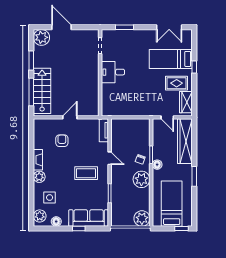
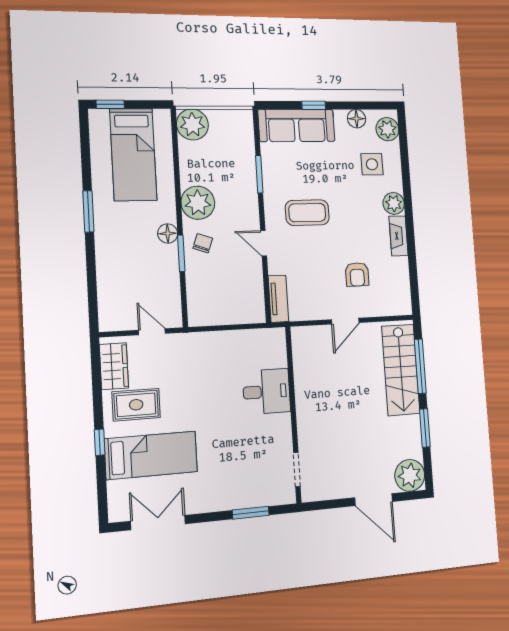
desk: (113, 72) -> (266, 392), moved
wardrobe: (185, 141) -> (112, 284), removed

